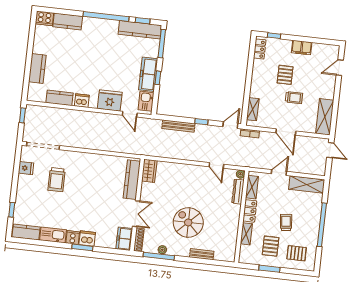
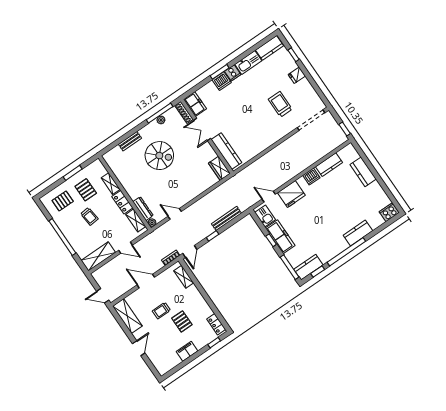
kitchen counter: (68, 22) -> (358, 233), moved
kitchen counter: (140, 30) -> (308, 267), width x0.67
door: (340, 68) -> (139, 348), moved
fridge: (26, 168) -> (297, 75), moved
door: (279, 173) -> (125, 248), hinge flipped

